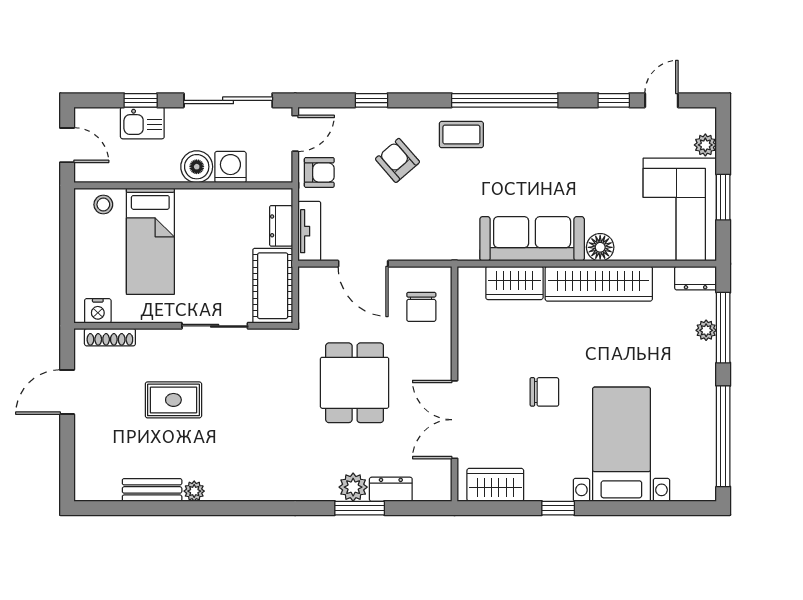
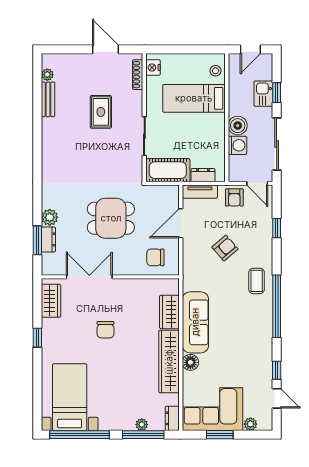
armchair: (397, 160) -> (225, 248), moved
bed with nightstands: (621, 444) -> (70, 397), moved, turned -90
plant: (194, 491) -> (47, 75), moved
window: (360, 508) -> (37, 240), moved

